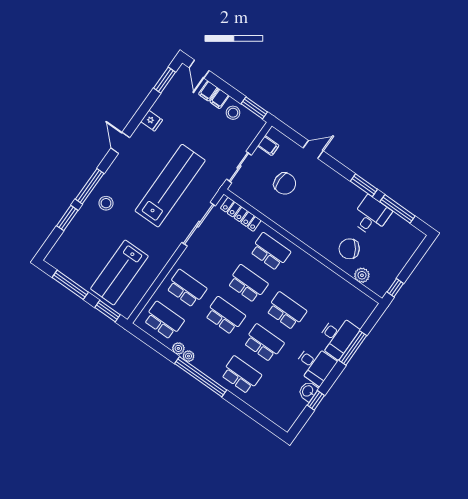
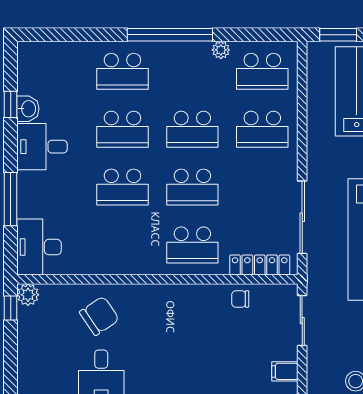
chair: (285, 184) -> (240, 299), moved, width x0.54, depth x0.54
plant: (362, 275) -> (28, 295), moved
desk: (337, 336) -> (39, 247), moved
plant: (189, 356) -> (202, 49), removed

